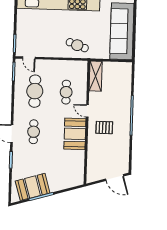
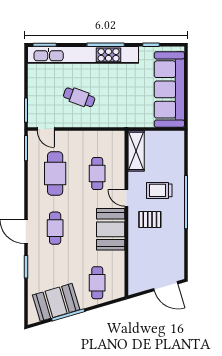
cafe table: (77, 45) -> (79, 97), moved
trolley: (112, 106) -> (159, 190), added
cafe table: (64, 173) -> (97, 283), added

